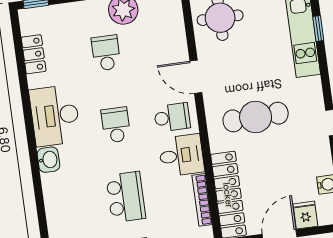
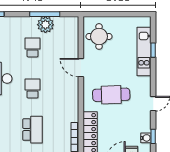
school desk: (172, 117) -> (65, 89), removed
desk: (181, 155) -> (67, 111), removed

